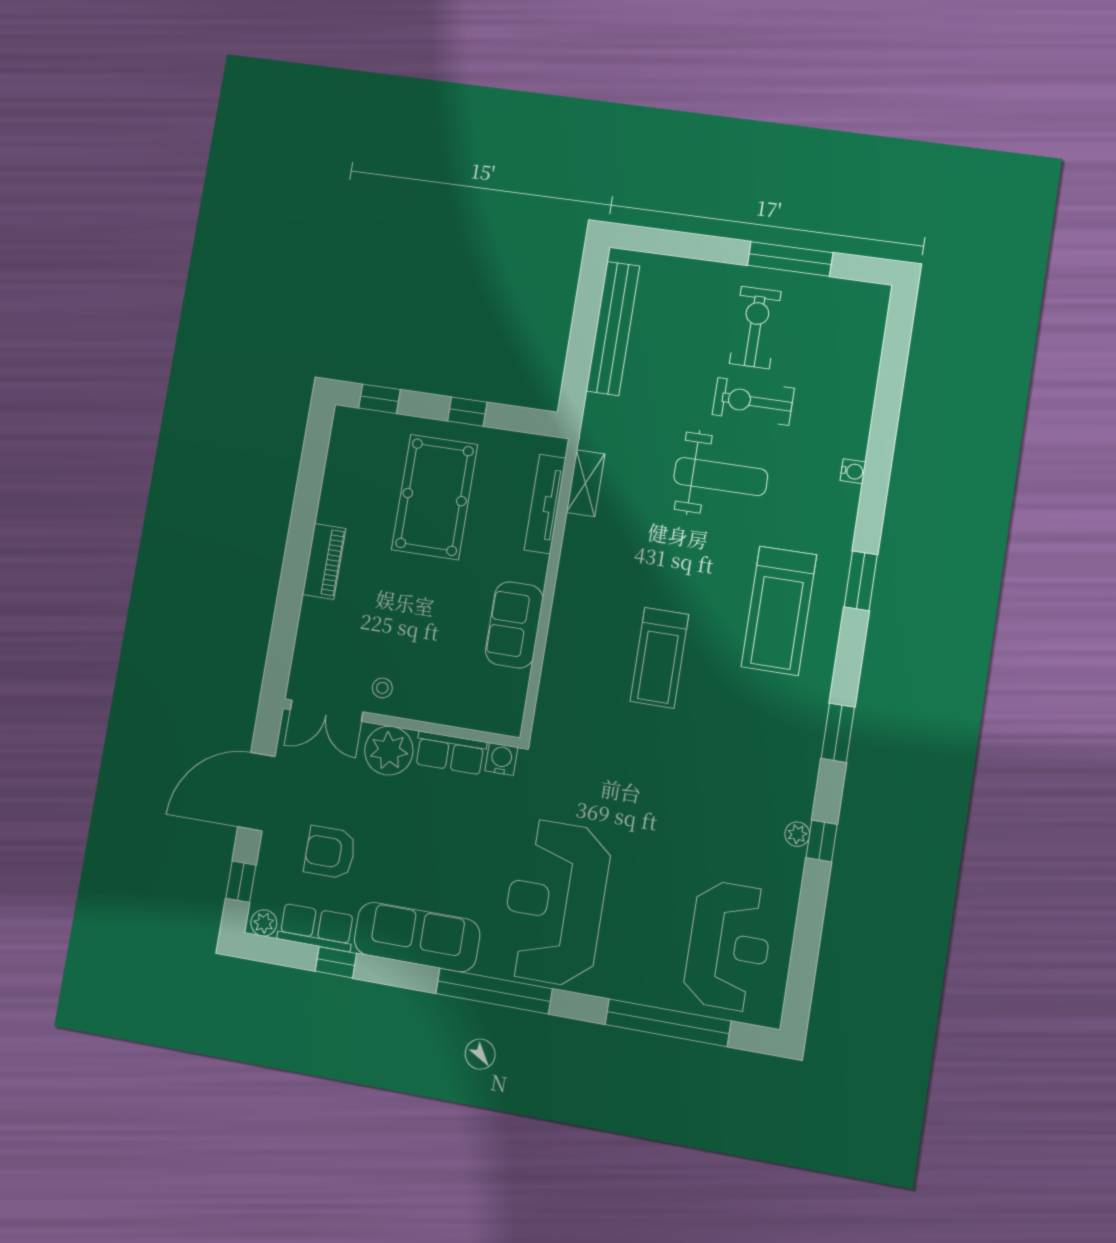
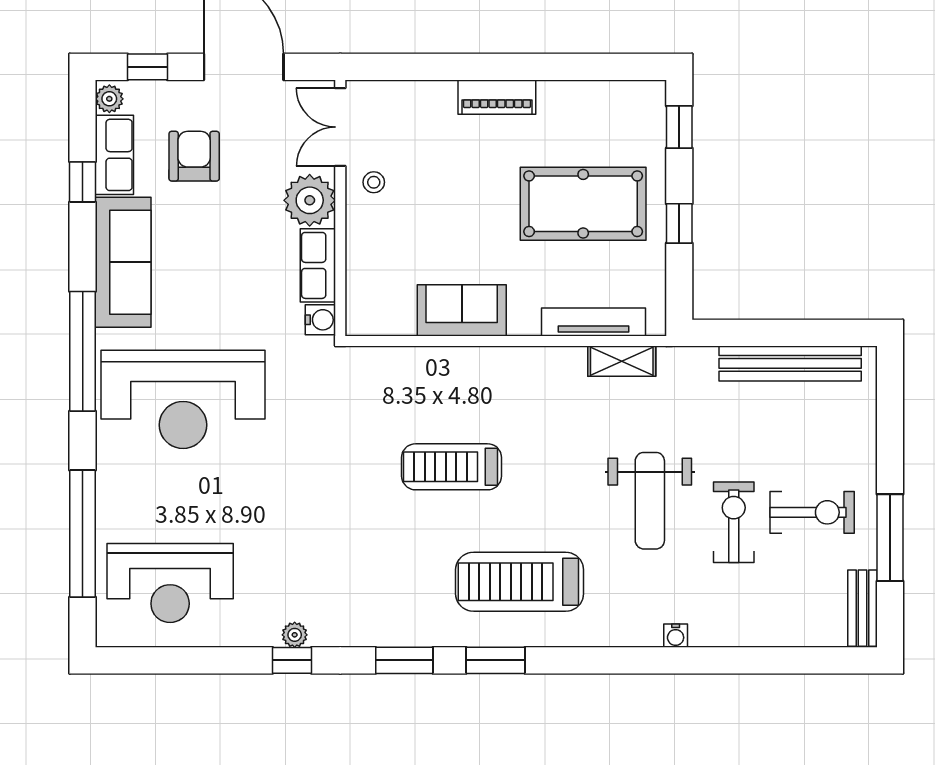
bench: (853, 293) -> (862, 608), added
window: (861, 581) -> (496, 660), moved
reception desk: (555, 903) -> (183, 399), turned 180

